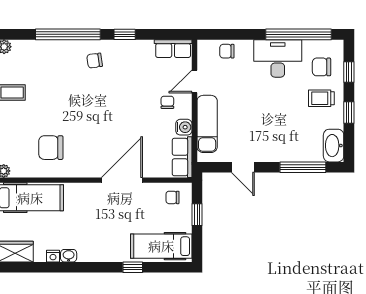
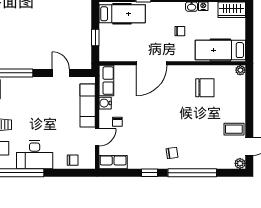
chair: (173, 197) -> (180, 31), moved

